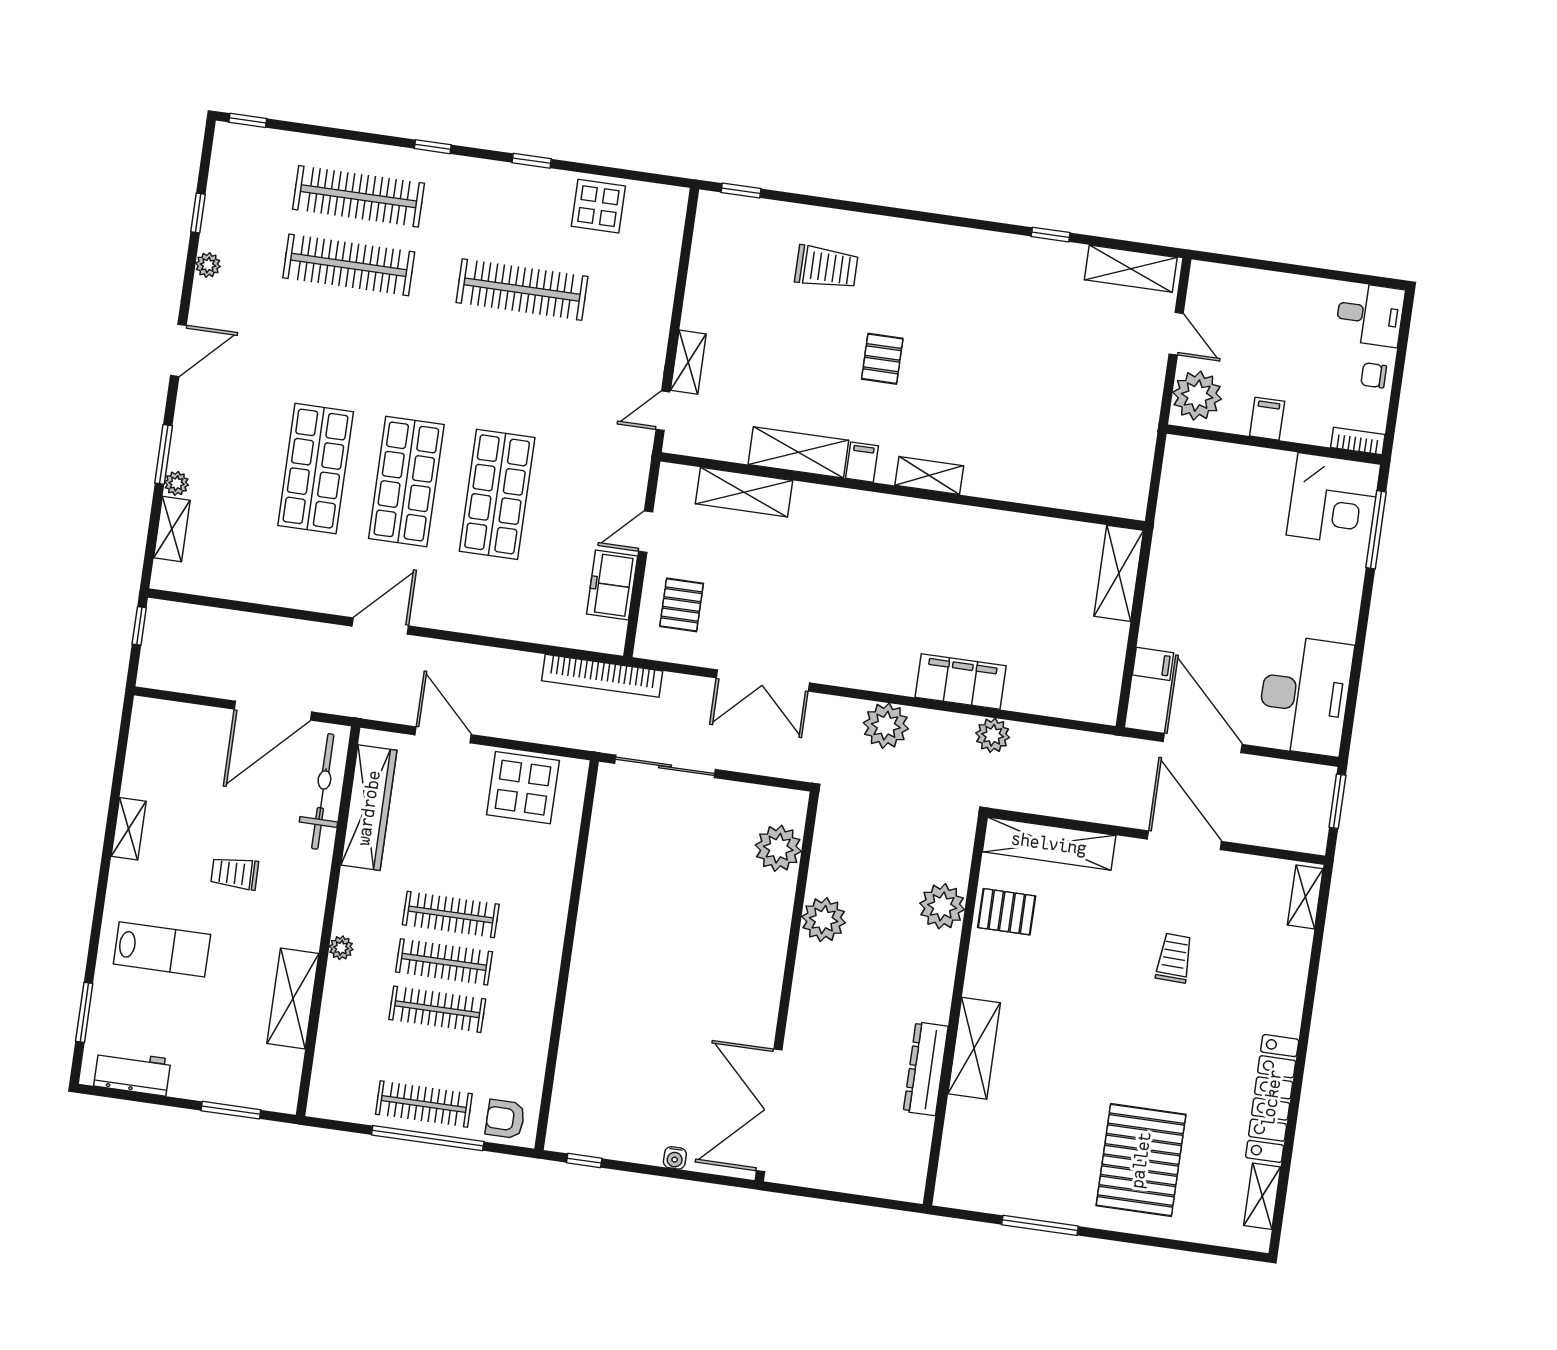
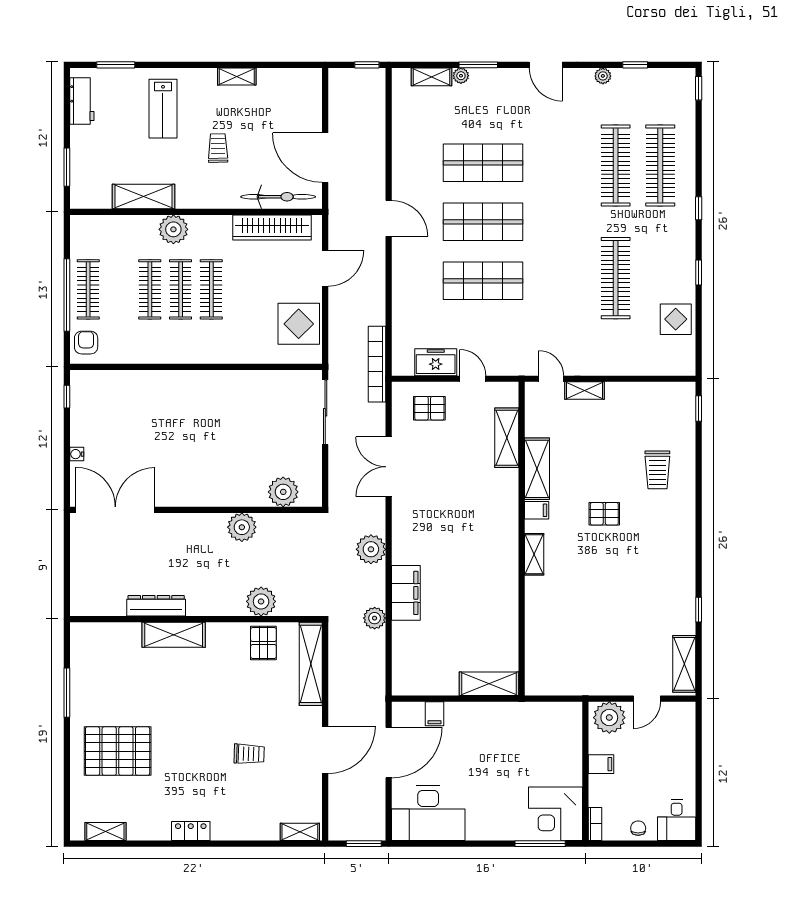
plant: (341, 948) -> (173, 229), width x1.88, depth x1.88
locker: (1272, 1098) -> (191, 831), width x0.46, depth x0.83

